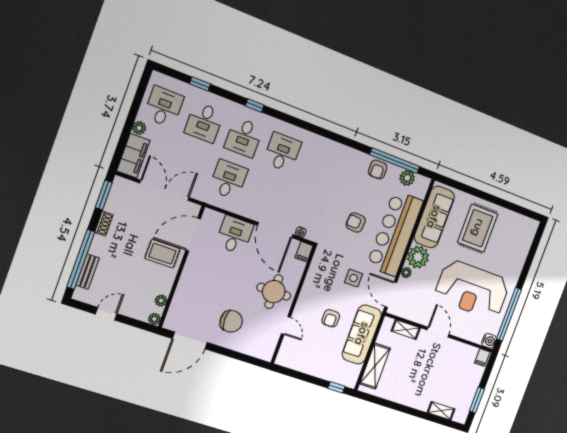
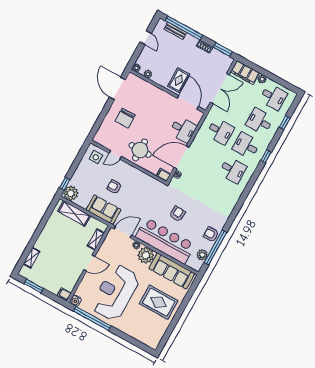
side table: (354, 278) -> (96, 157), moved
sofa: (362, 334) -> (103, 210), width x0.73
plant: (348, 376) -> (71, 193), added

